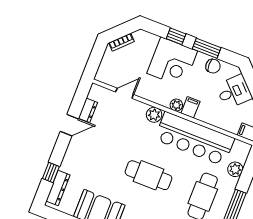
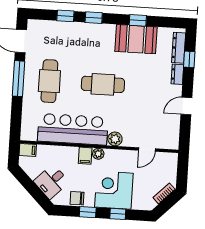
window: (207, 48) -> (88, 212), width x0.67
dresser: (88, 110) -> (177, 74), moved
plant: (235, 169) -> (28, 114), removed

